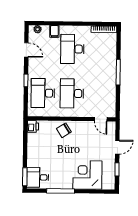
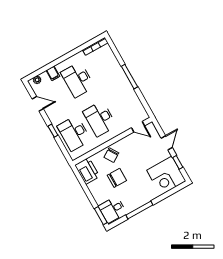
printer: (33, 126) -> (87, 171), width x1.87, depth x1.48
chair: (57, 152) -> (117, 178), added
corner desk: (87, 175) -> (166, 176), moved, turned -90

